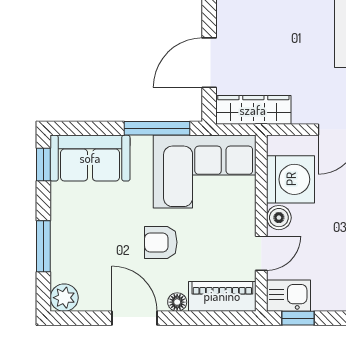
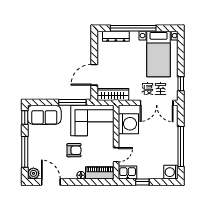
boiler: (279, 218) -> (124, 140), removed
armchair: (161, 242) -> (74, 150), turned 180
window: (43, 246) -> (25, 152), width x1.44
door: (135, 318) -> (51, 182), moved
window: (298, 318) -> (142, 182), moved

